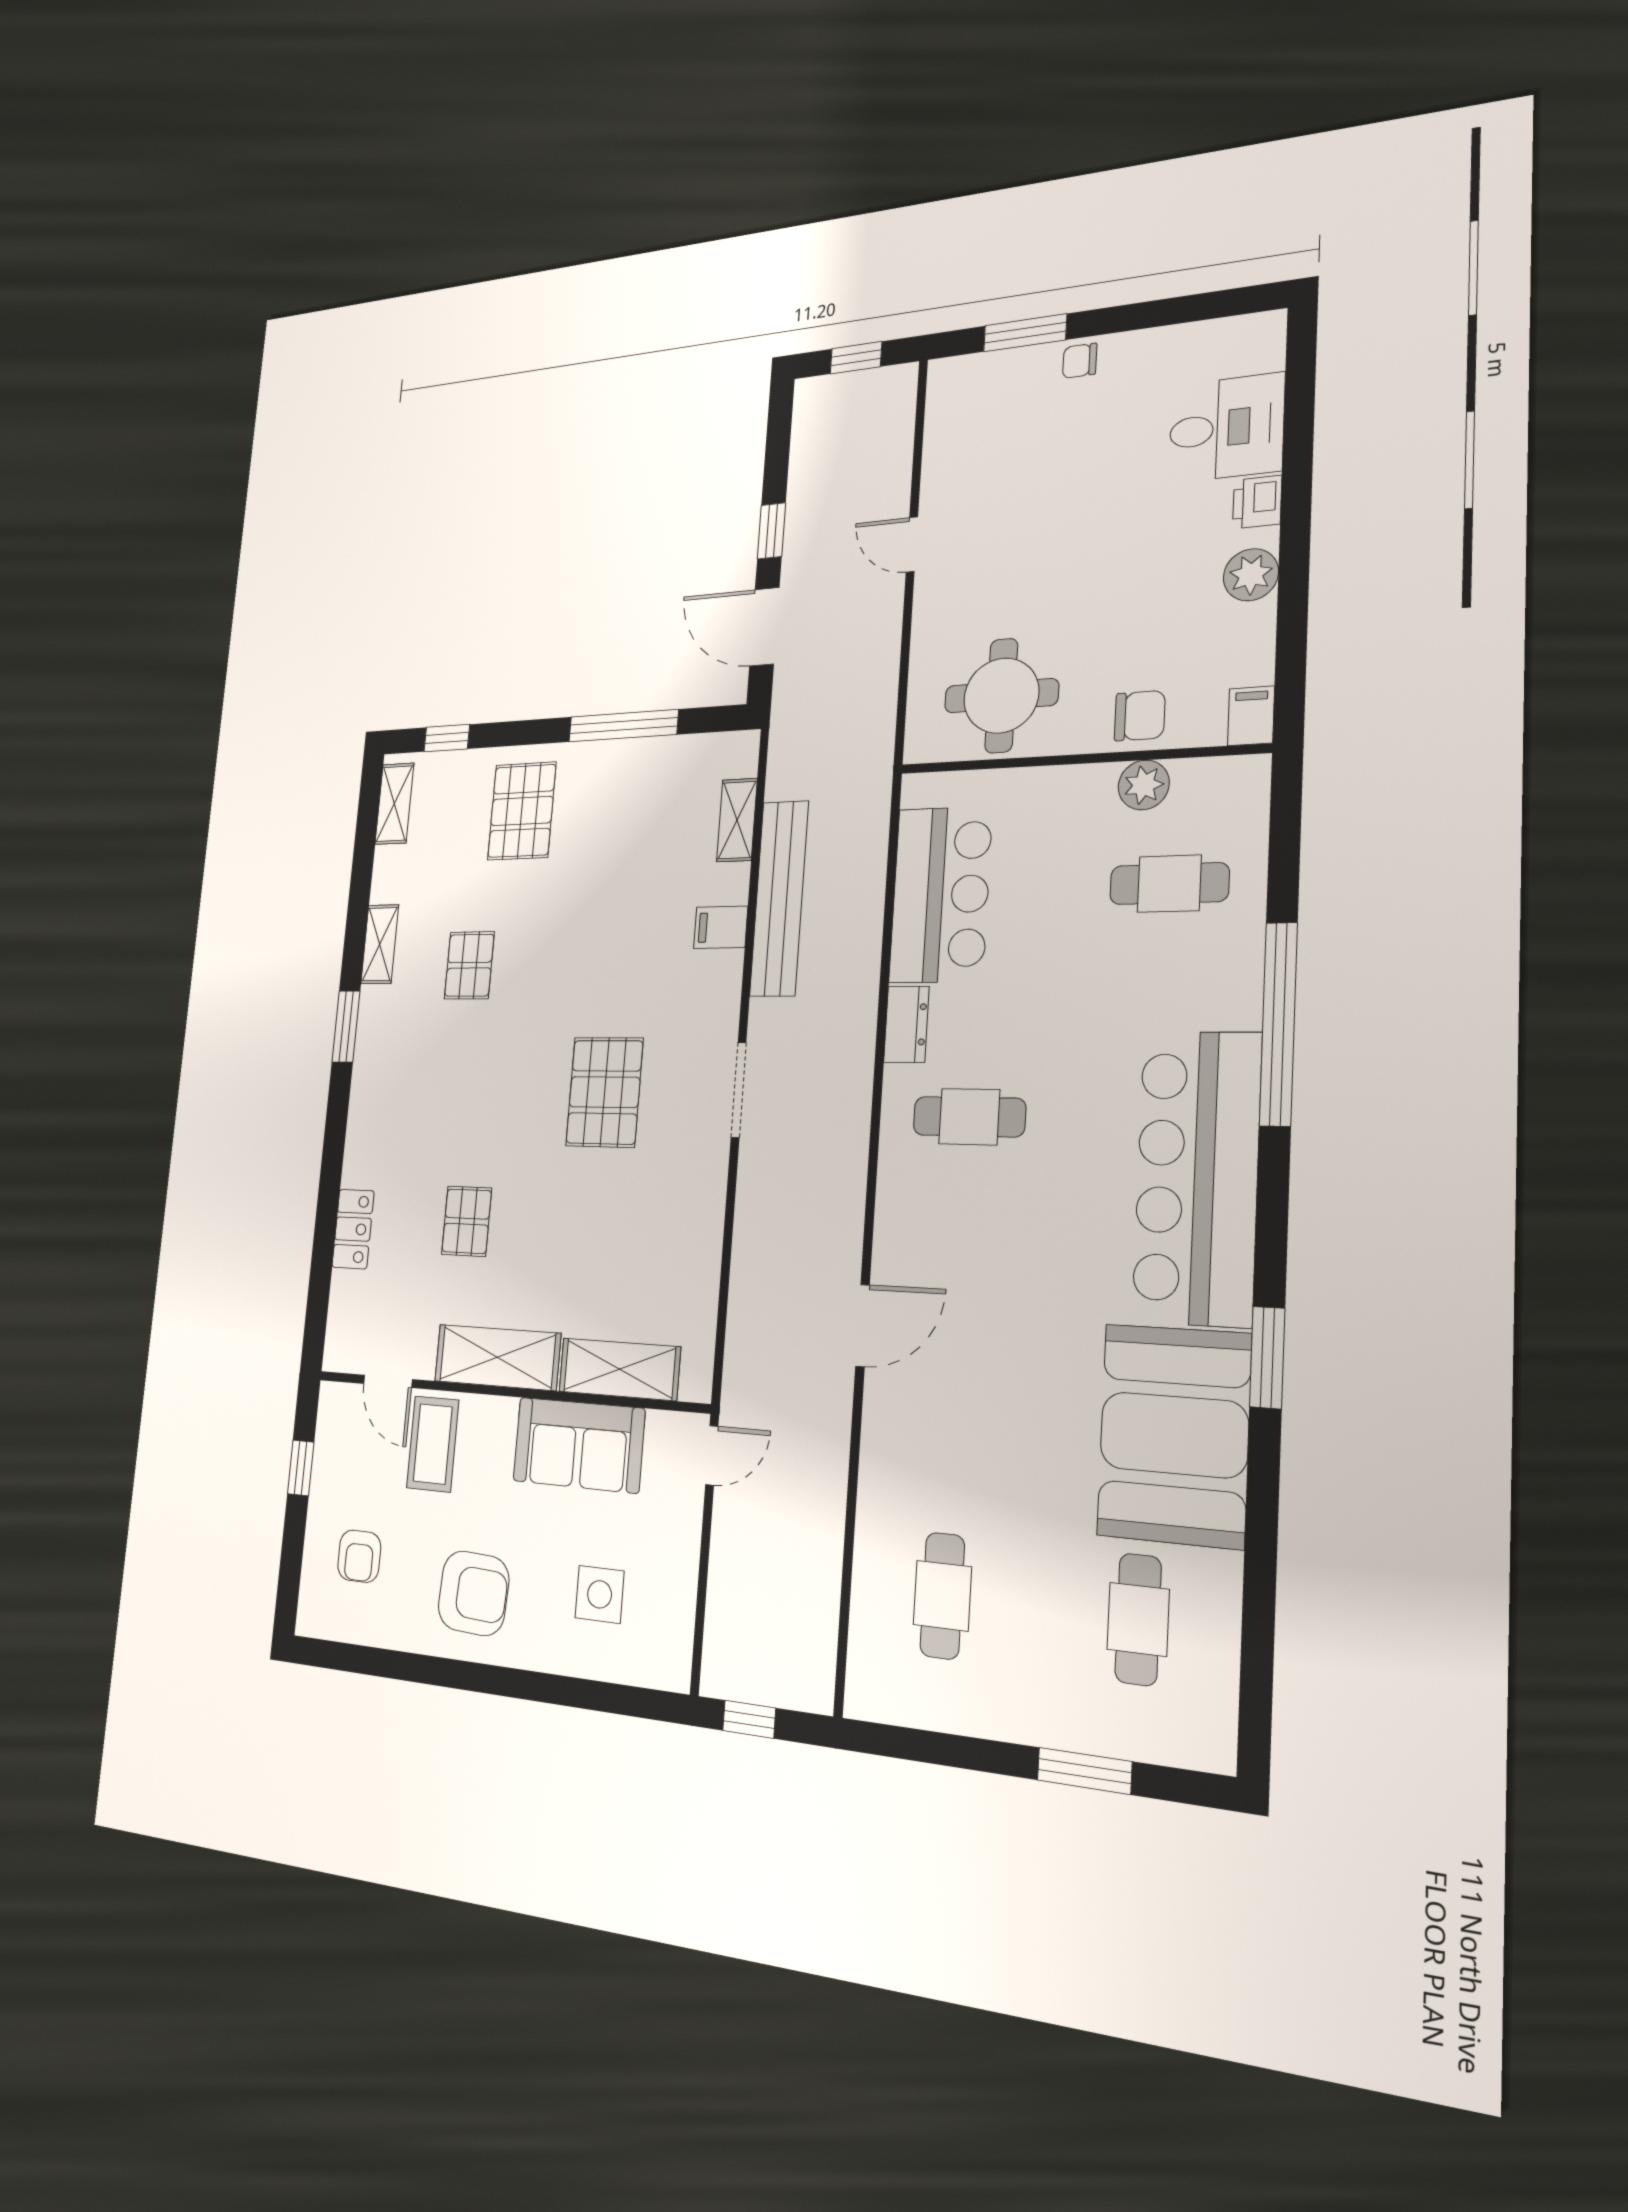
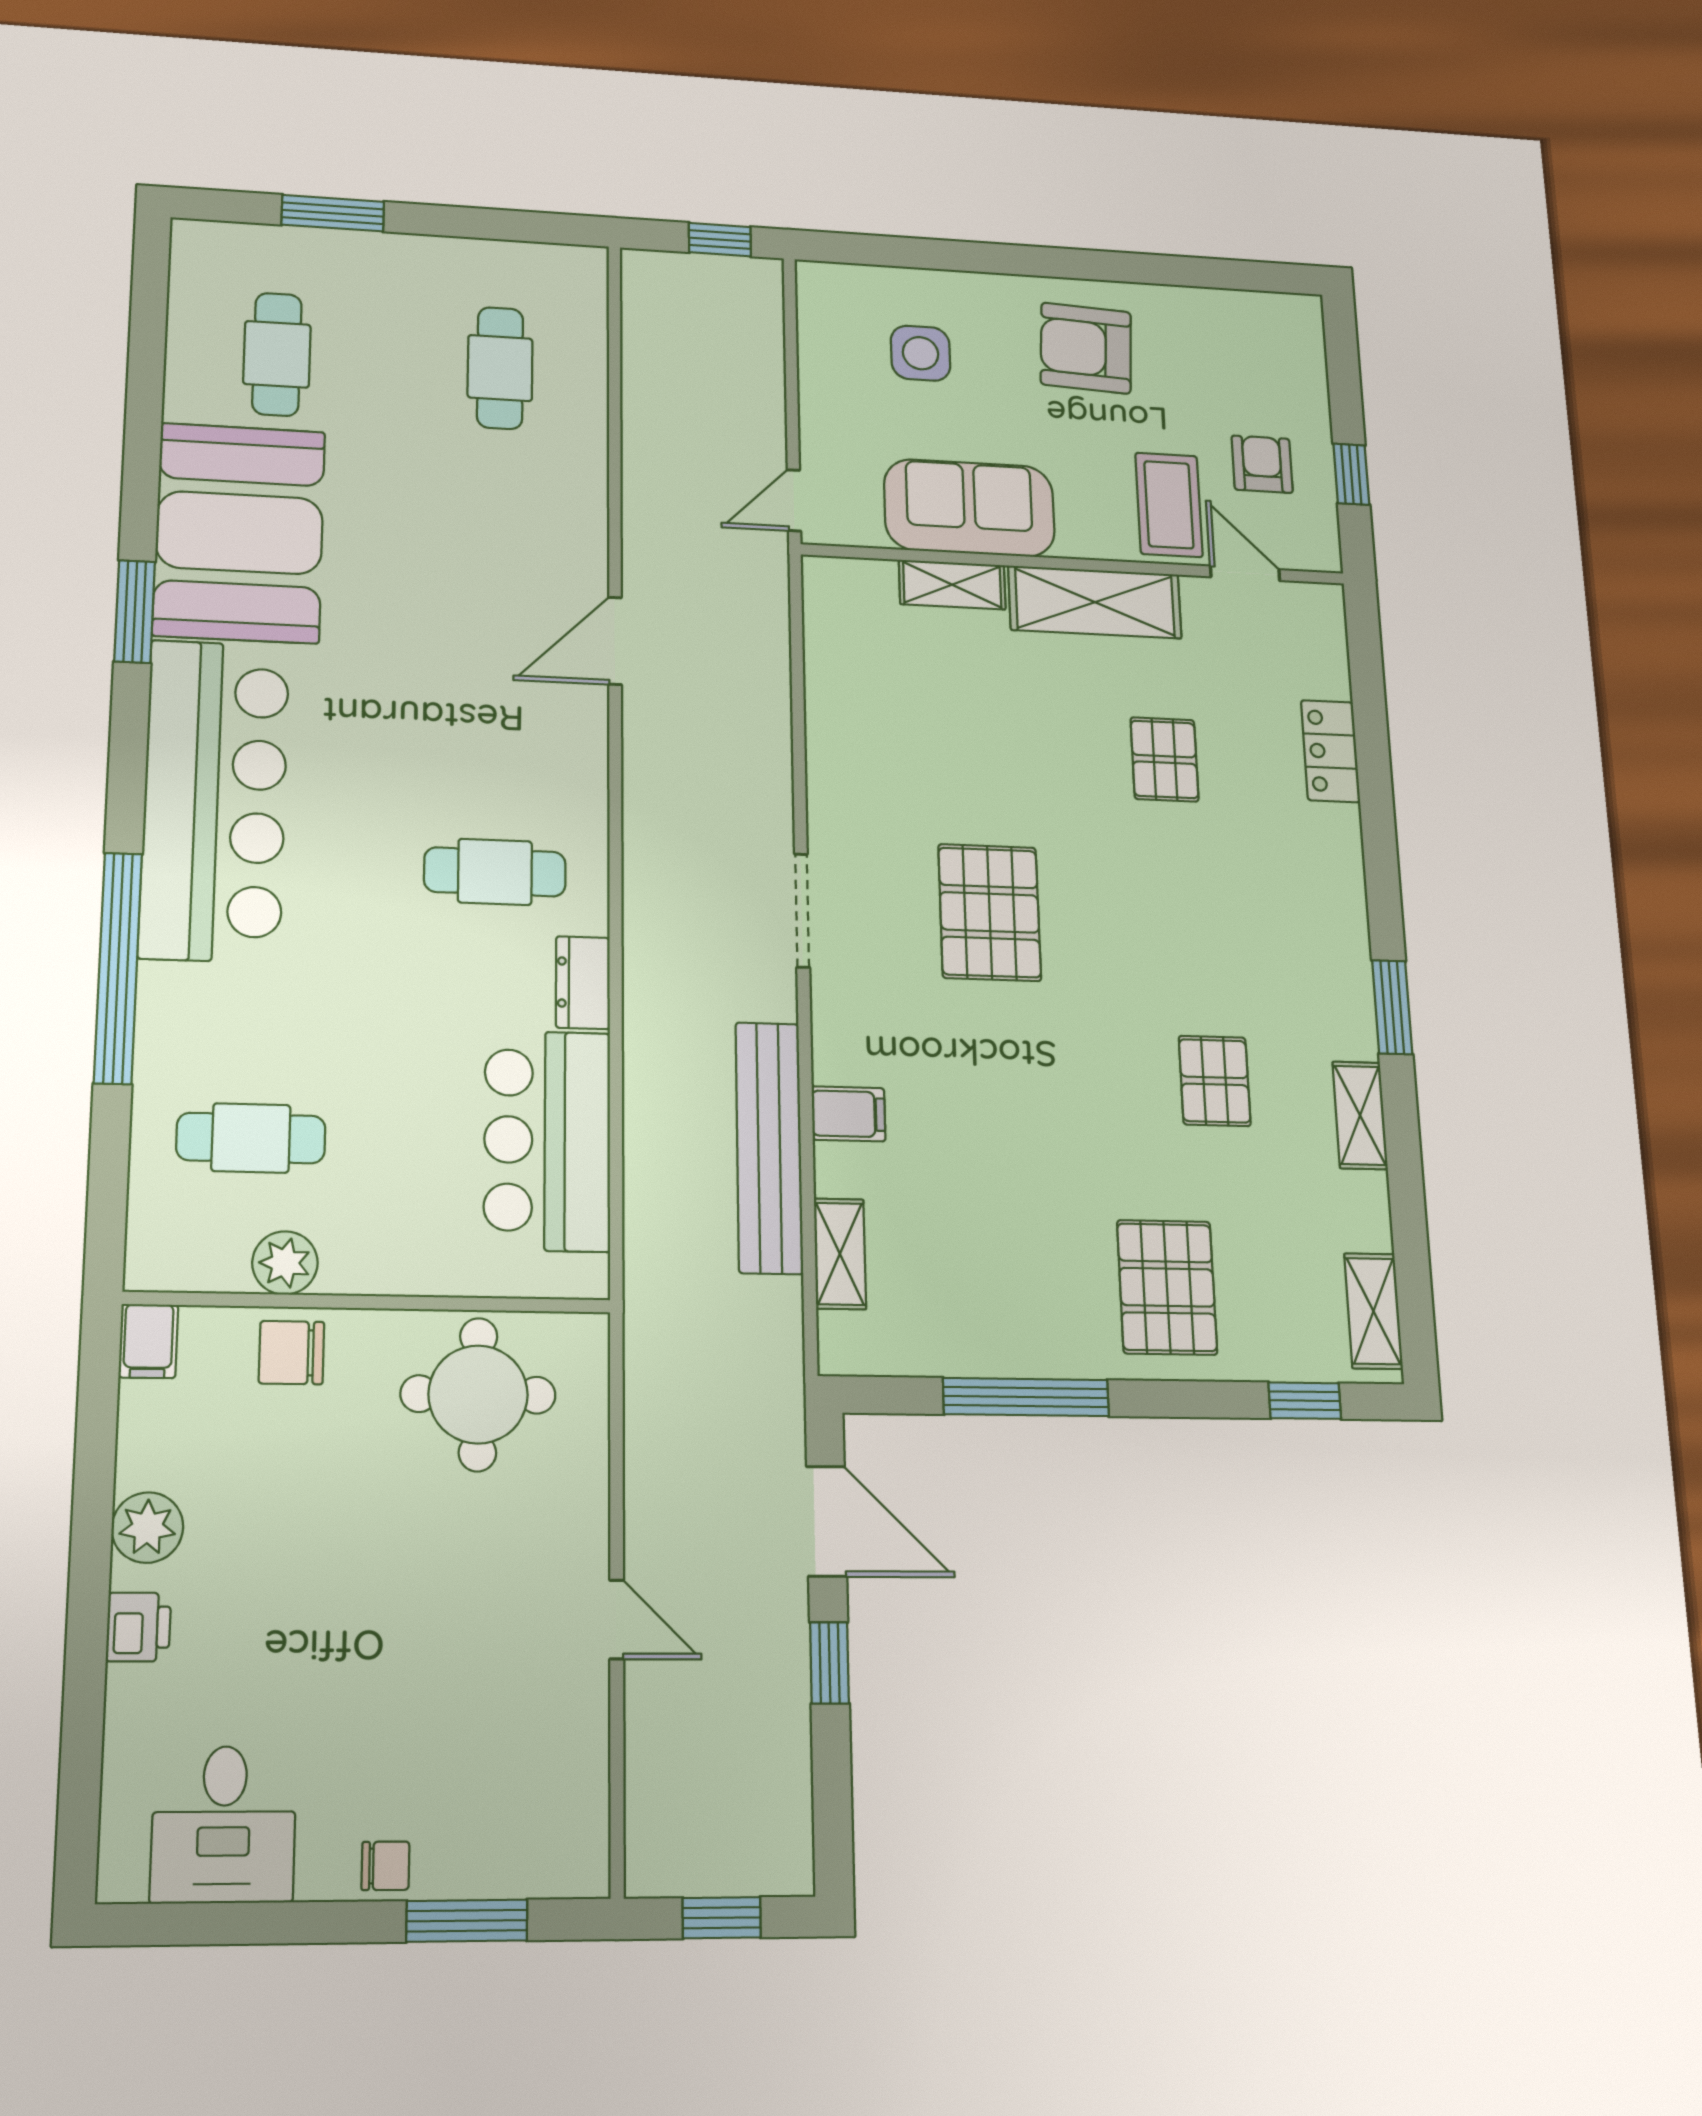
desk: (1226, 428) -> (224, 1824), moved, turned -90
shelving: (619, 1369) -> (952, 585), width x0.67, depth x0.75
armchair: (359, 1556) -> (1262, 464), moved

